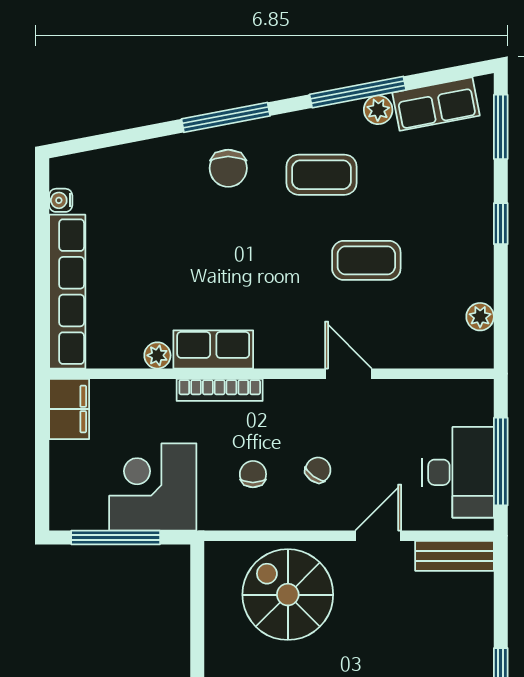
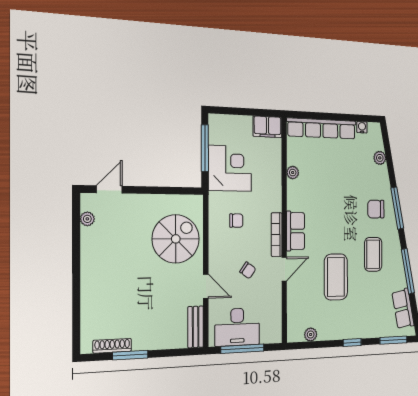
plant: (378, 110) -> (380, 158), moved
coffee table: (366, 260) -> (336, 277), width x1.36, depth x1.32
row of seats: (213, 349) -> (295, 231), moved
bookcase: (220, 390) -> (277, 235), moved
chair: (318, 470) -> (248, 270), moved

